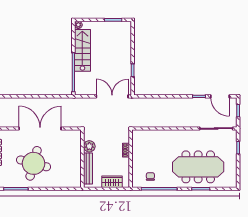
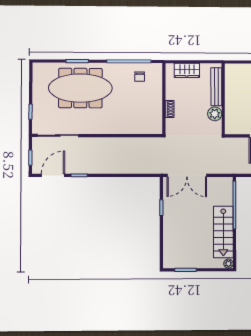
door: (220, 96) -> (53, 175), hinge flipped

